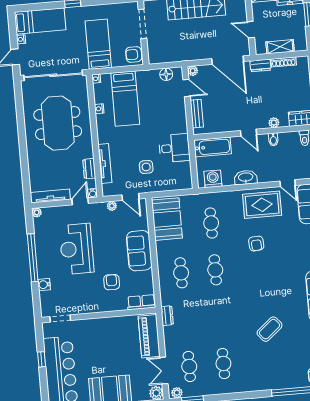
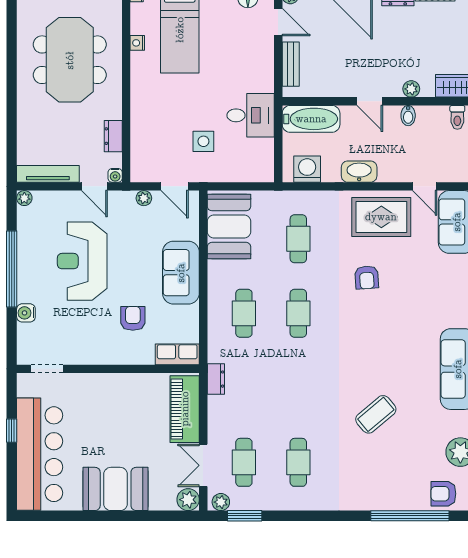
tv unit: (105, 164) -> (139, 130), removed
door: (80, 201) -> (94, 186), swing flipped

